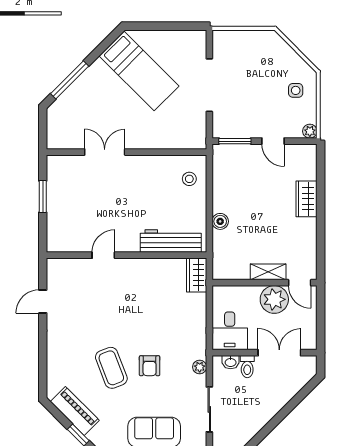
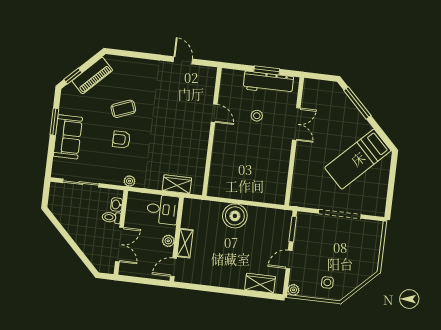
stool: (189, 179) -> (257, 116), moved
wardrobe: (306, 199) -> (260, 283), moved
boiler: (220, 221) -> (235, 216), width x1.86, depth x1.86
workbench: (171, 241) -> (268, 83), moved, turned 90
wardrobe: (197, 275) -> (177, 184), moved
plant: (274, 299) -> (168, 241), width x0.53, depth x0.53
desk: (230, 331) -> (163, 209), moved, turned 180
plant: (200, 367) -> (130, 181), moved
coffee table: (111, 368) -> (123, 109), width x0.73, depth x0.77

